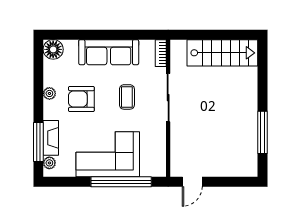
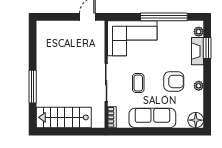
window: (262, 132) -> (33, 87), moved
window: (38, 142) -> (207, 48), width x0.69
corner sofa: (108, 154) -> (132, 38), moved
window: (121, 182) -> (164, 17), moved

